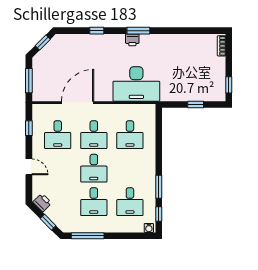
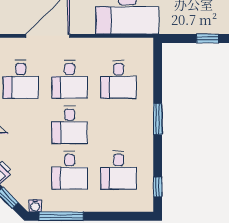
window: (159, 187) -> (158, 119), moved
water cooler: (149, 228) -> (35, 206), moved

